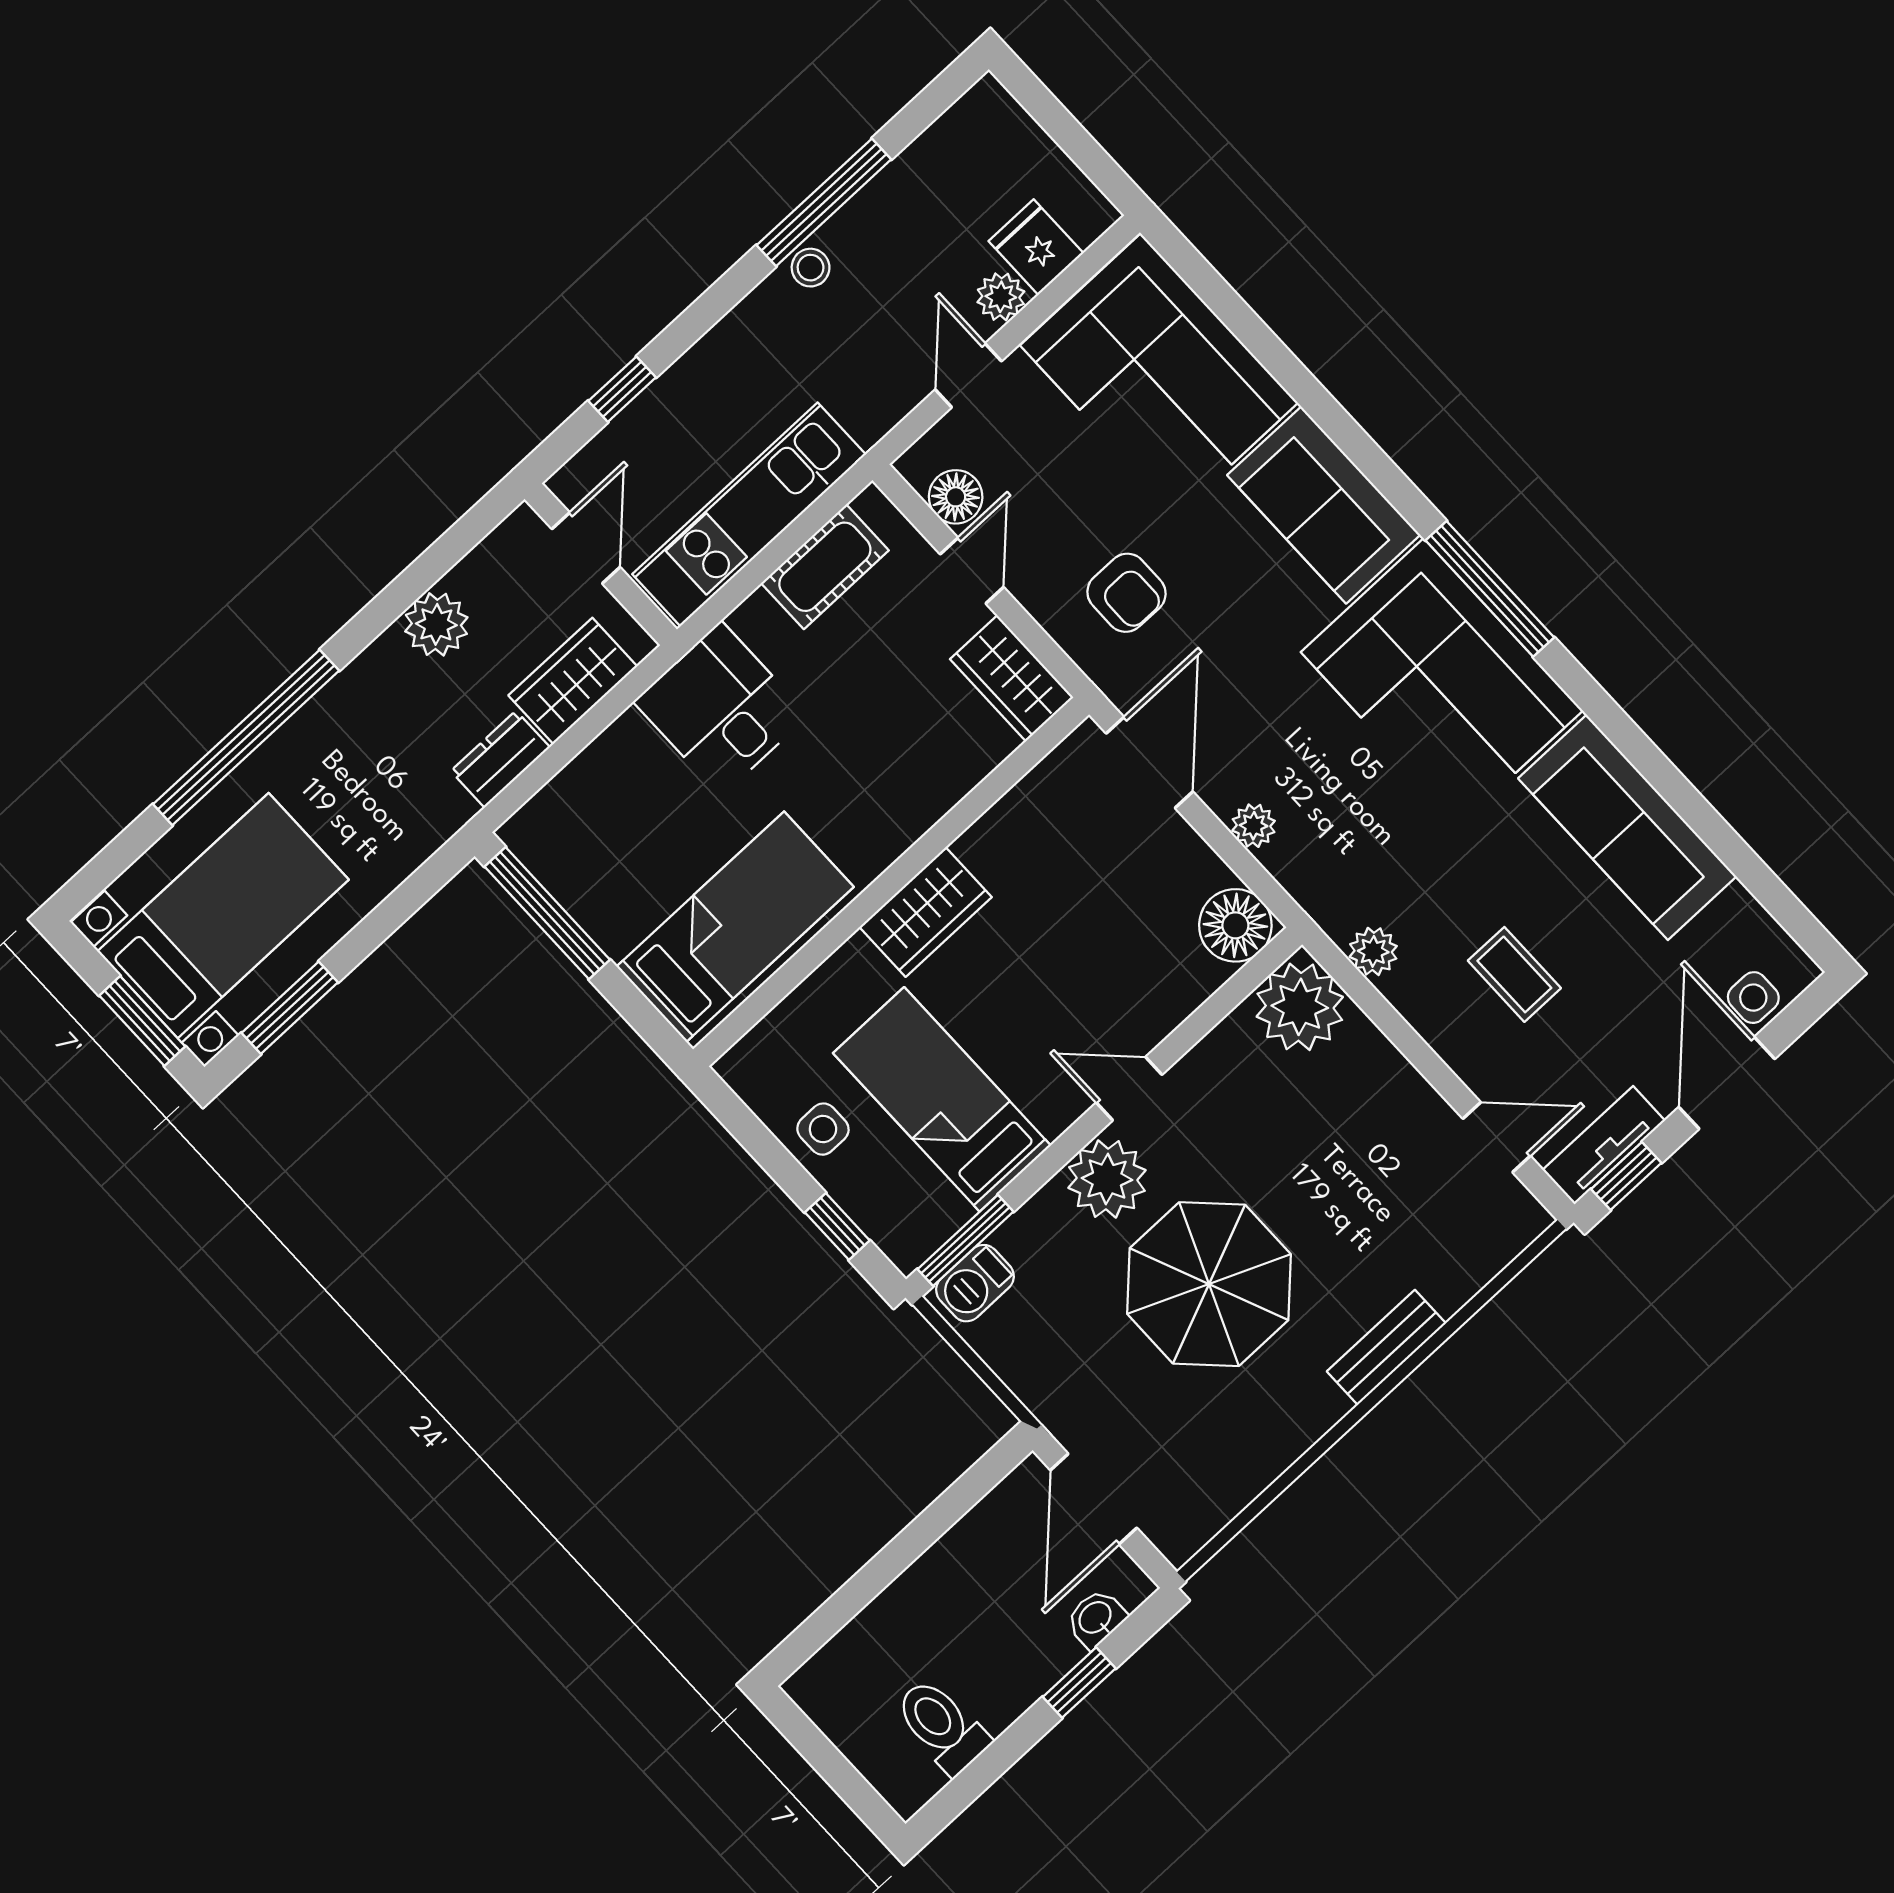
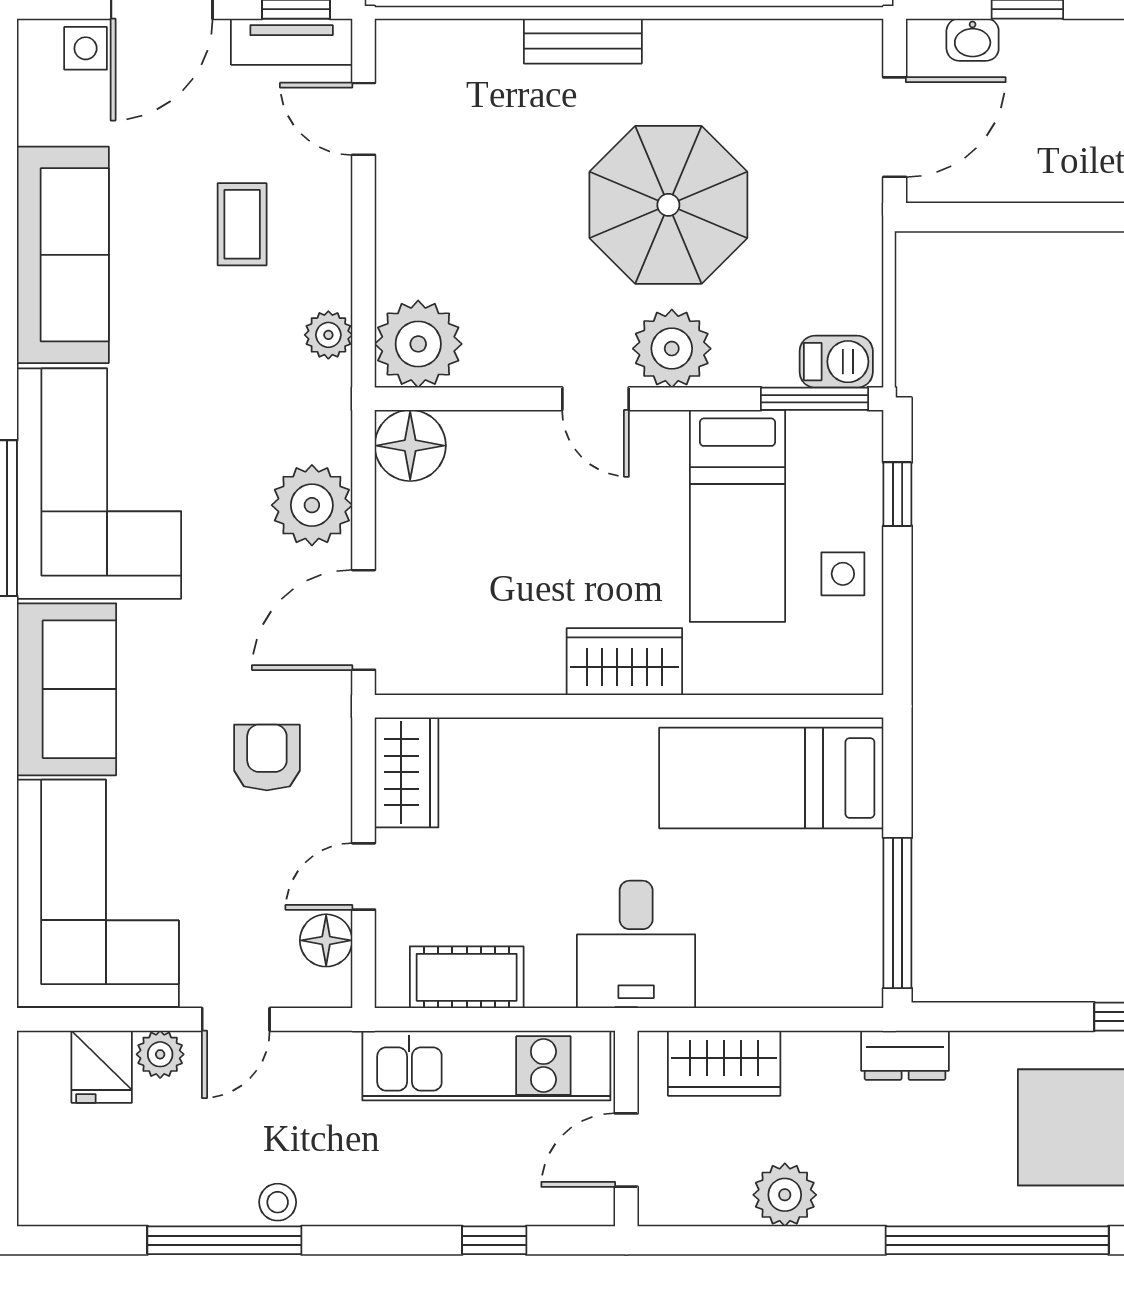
dresser: (500, 759) -> (905, 1055), moved
plant: (1254, 826) -> (312, 505), width x1.88, depth x1.88

